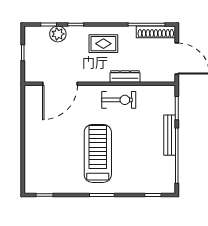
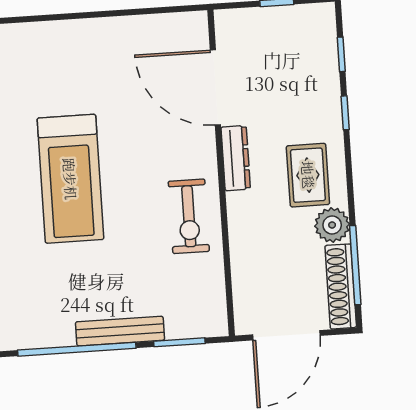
plant: (58, 34) -> (332, 225), moved
dresser: (125, 76) -> (236, 158), moved
treadmill: (98, 153) -> (70, 179), turned 90

